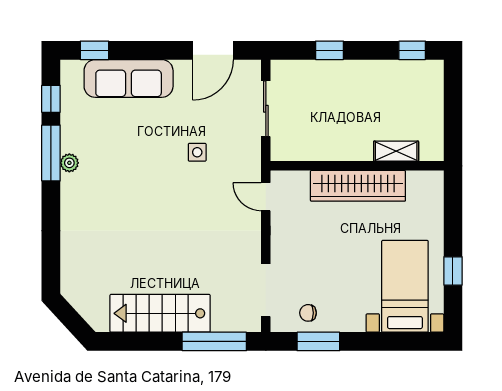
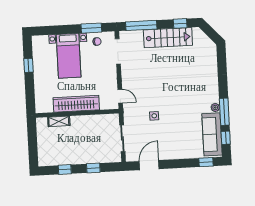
window: (412, 50) -> (65, 170), moved
sofa: (129, 78) -> (212, 134), moved, turned -90
bed with nightstands: (405, 286) -> (69, 56), moved
window: (133, 341) -> (180, 23), added

